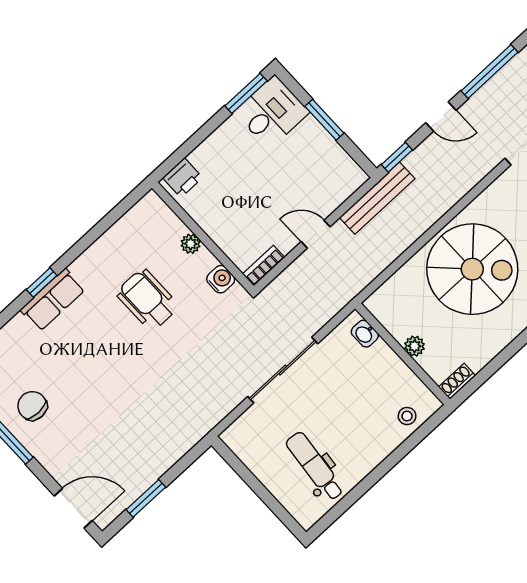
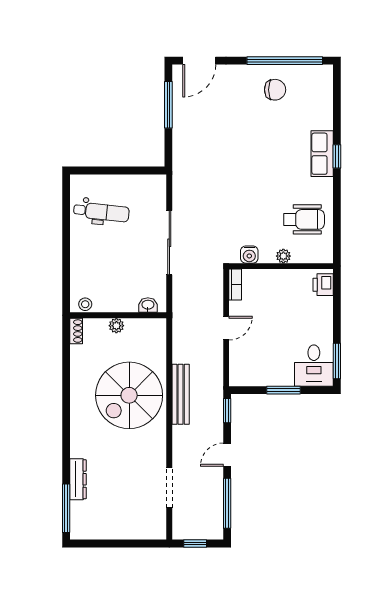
bench: (377, 198) -> (181, 394), moved
wheelchair: (147, 300) -> (304, 219), moved
stool: (407, 416) -> (85, 304), moved
window: (146, 498) -> (168, 105), width x1.44

